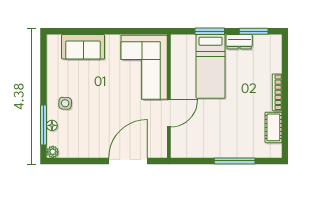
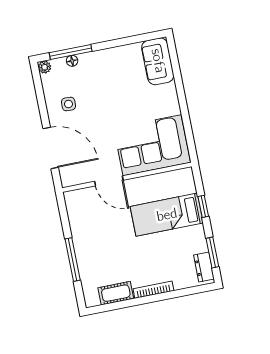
window: (210, 31) -> (203, 206), width x0.67
dresser: (239, 42) -> (204, 267), moved
sofa: (83, 47) -> (158, 61), moved
side table: (65, 103) -> (68, 104), moved

